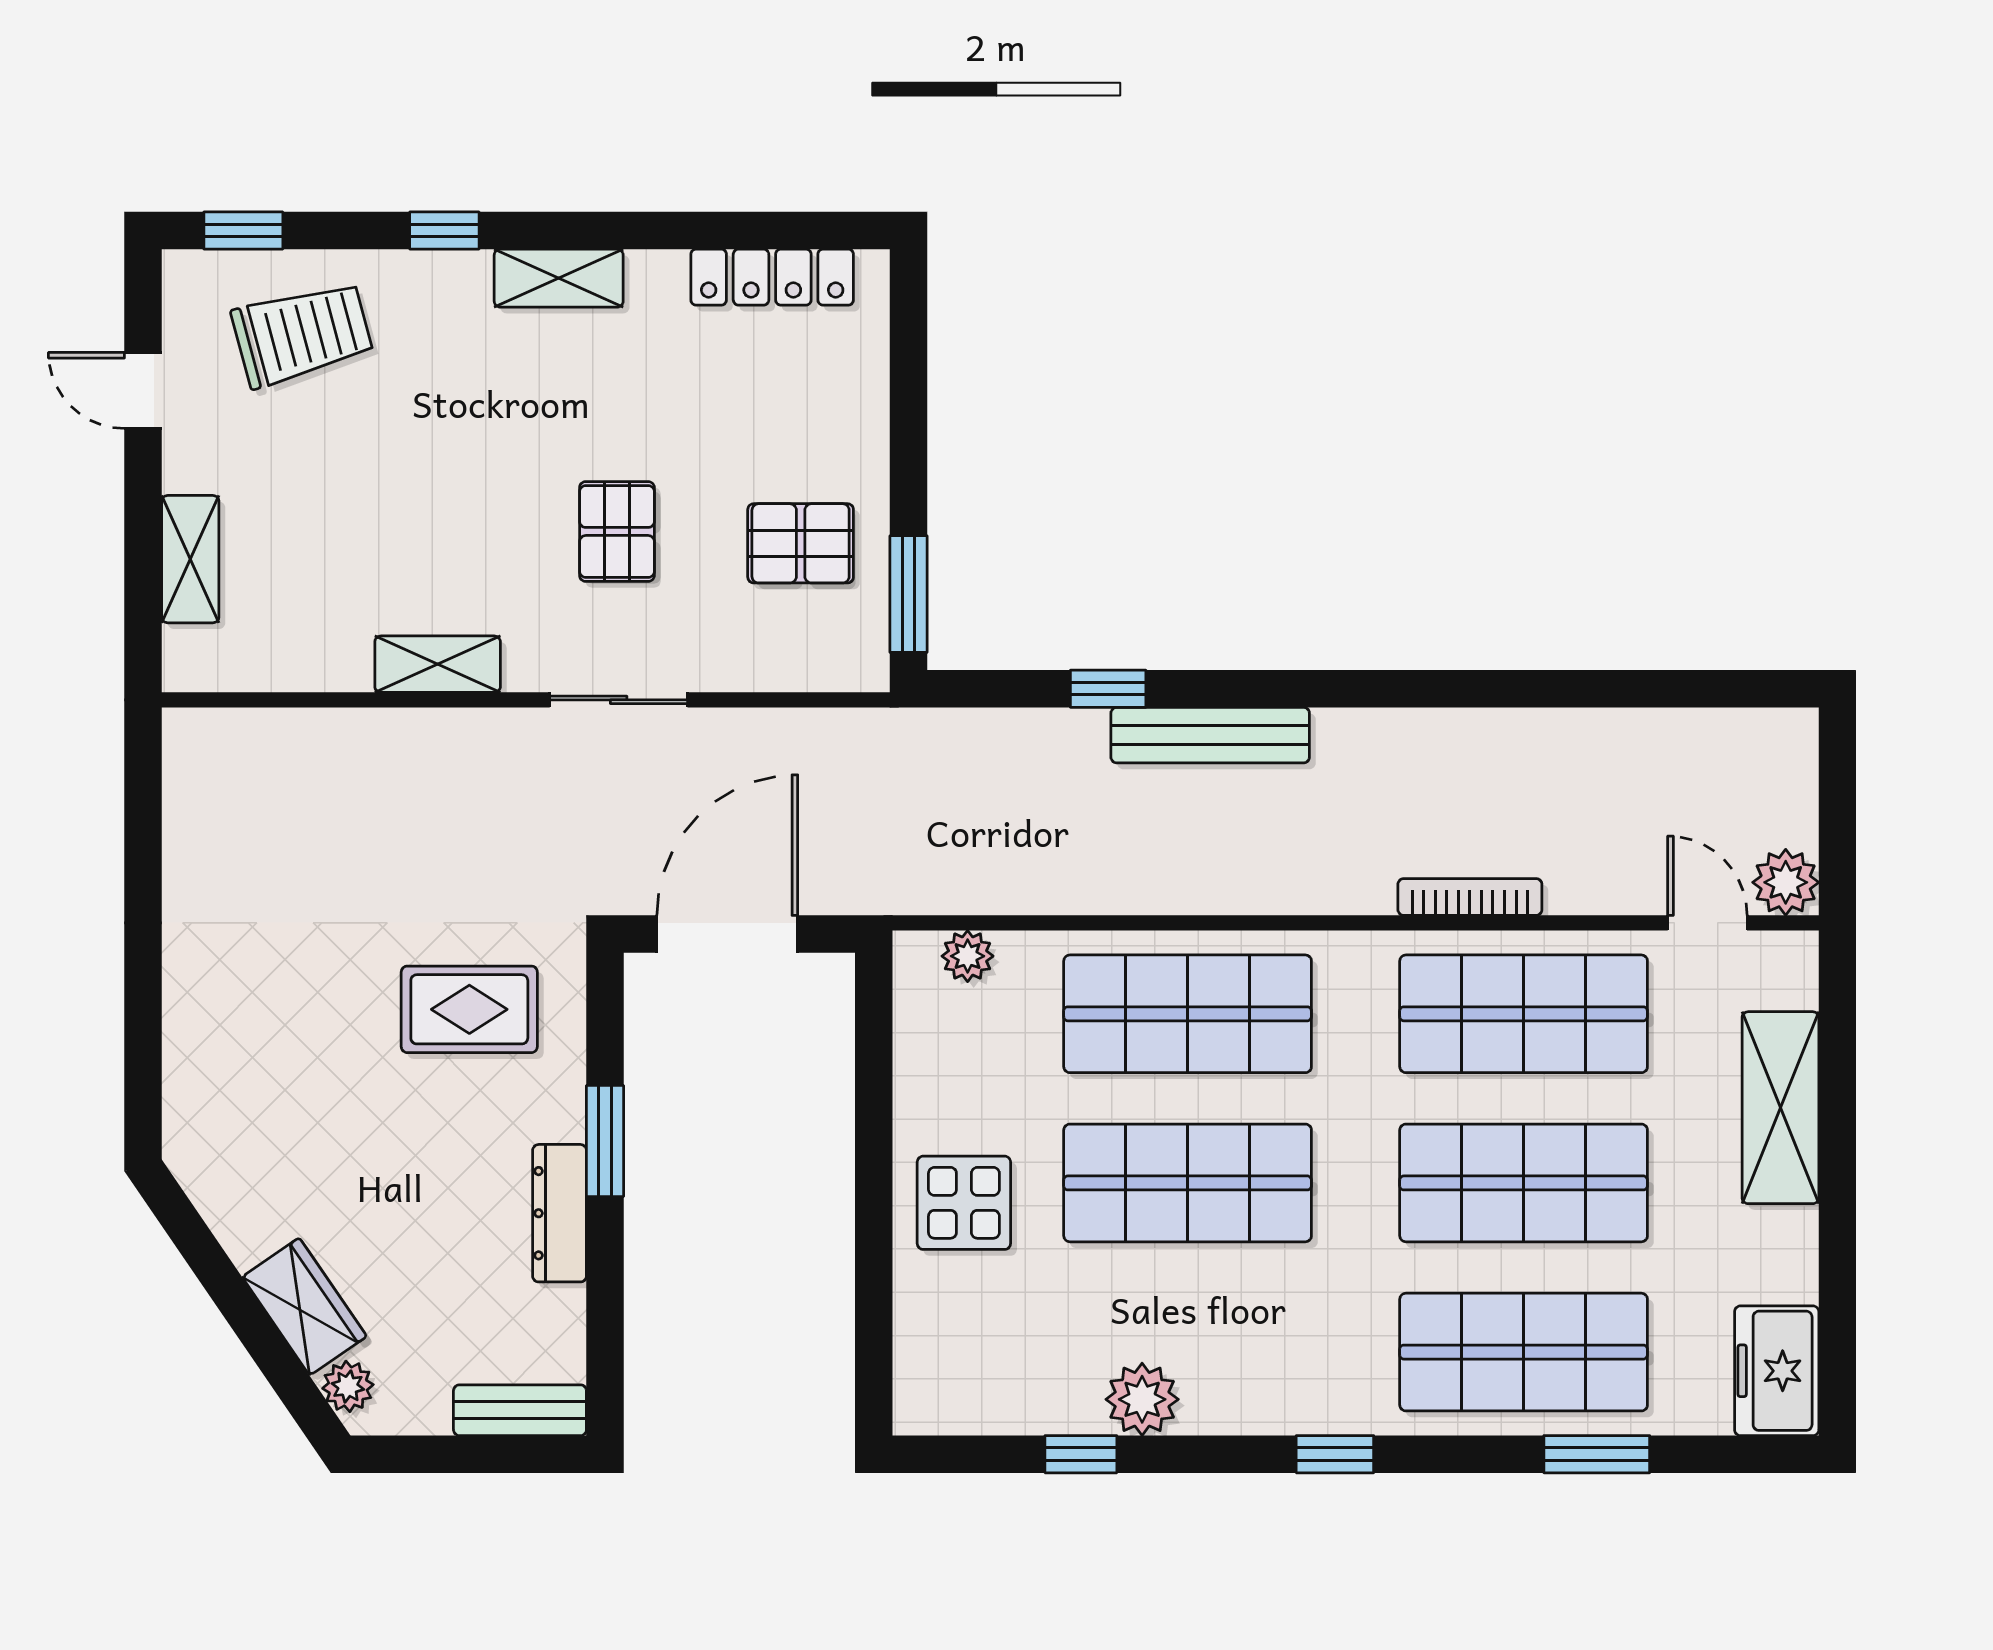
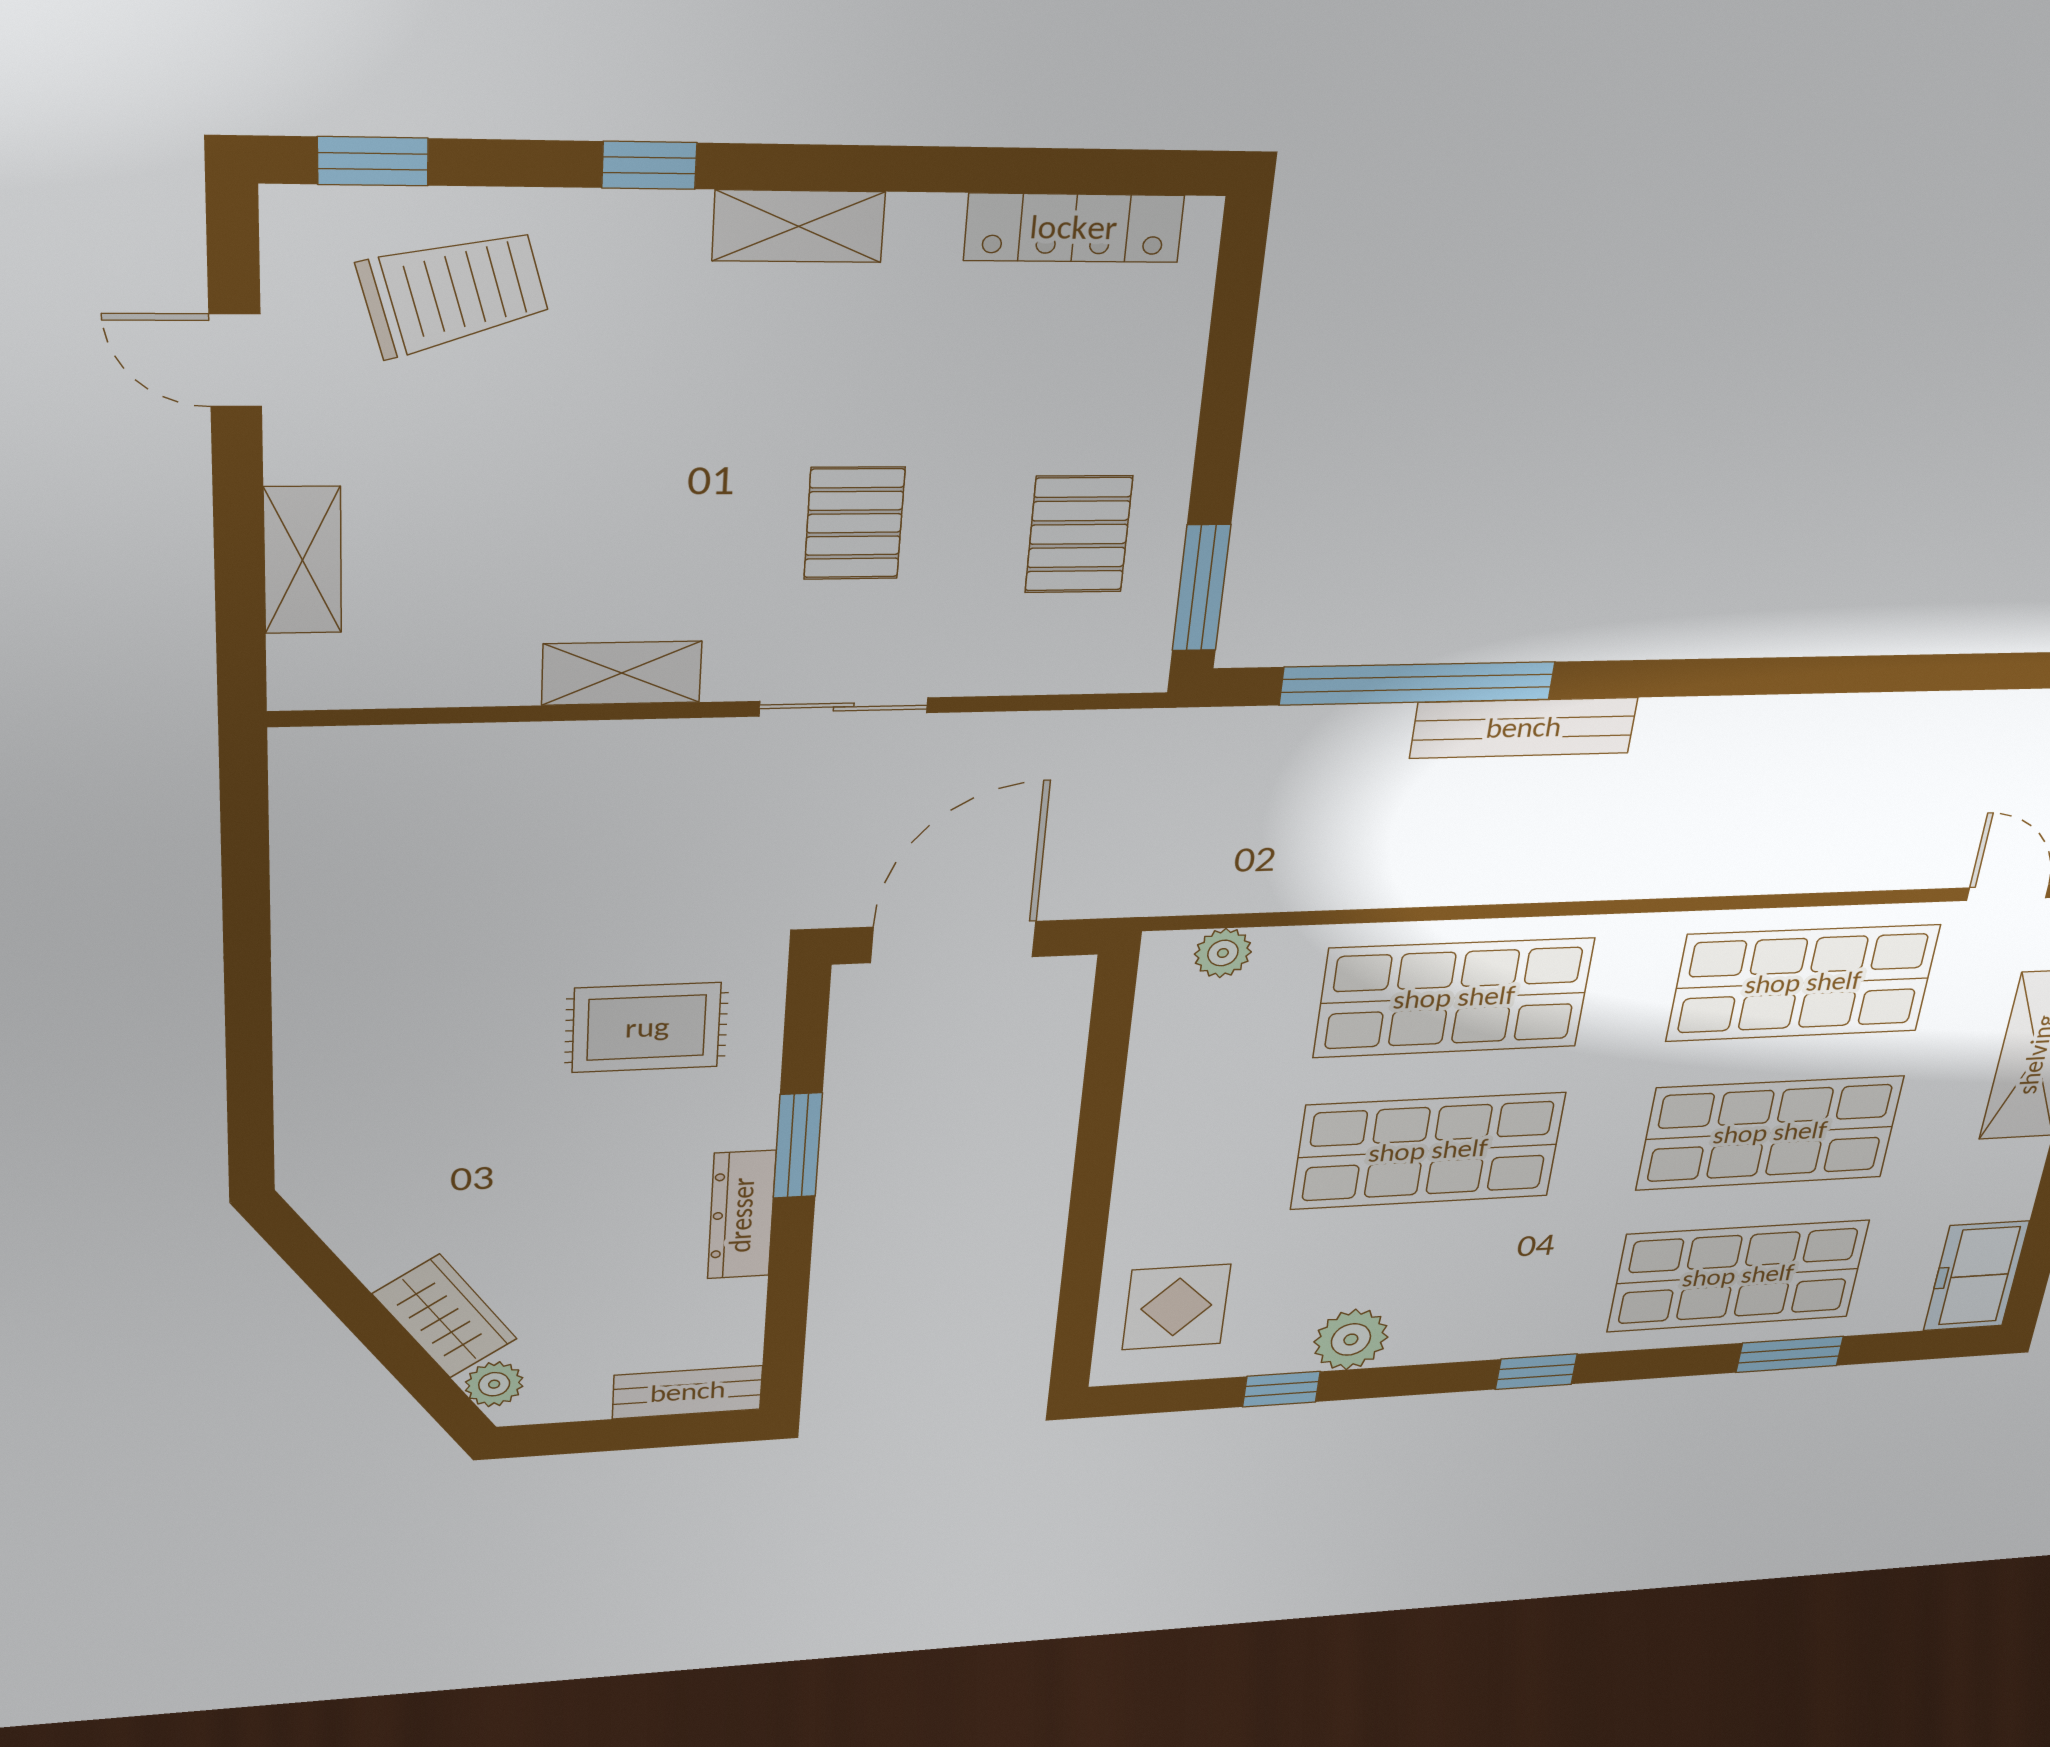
pallet: (801, 543) -> (1079, 534), turned 90
window: (1108, 689) -> (1418, 683), width x3.17
bookcase: (1470, 897) -> (1772, 877), removed
display table: (964, 1203) -> (1176, 1307), moved

